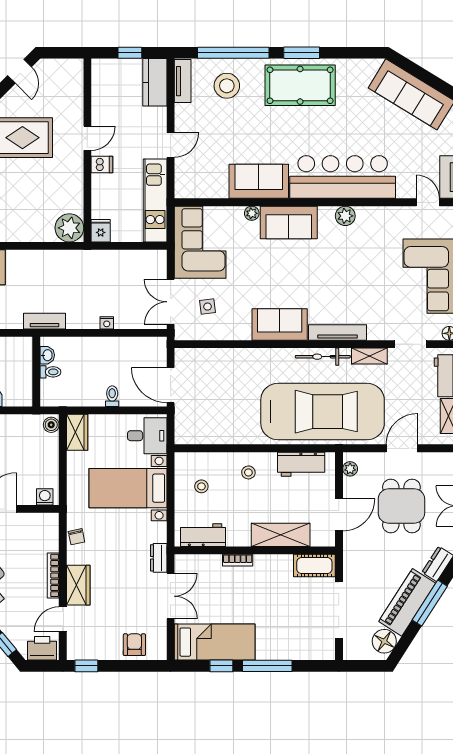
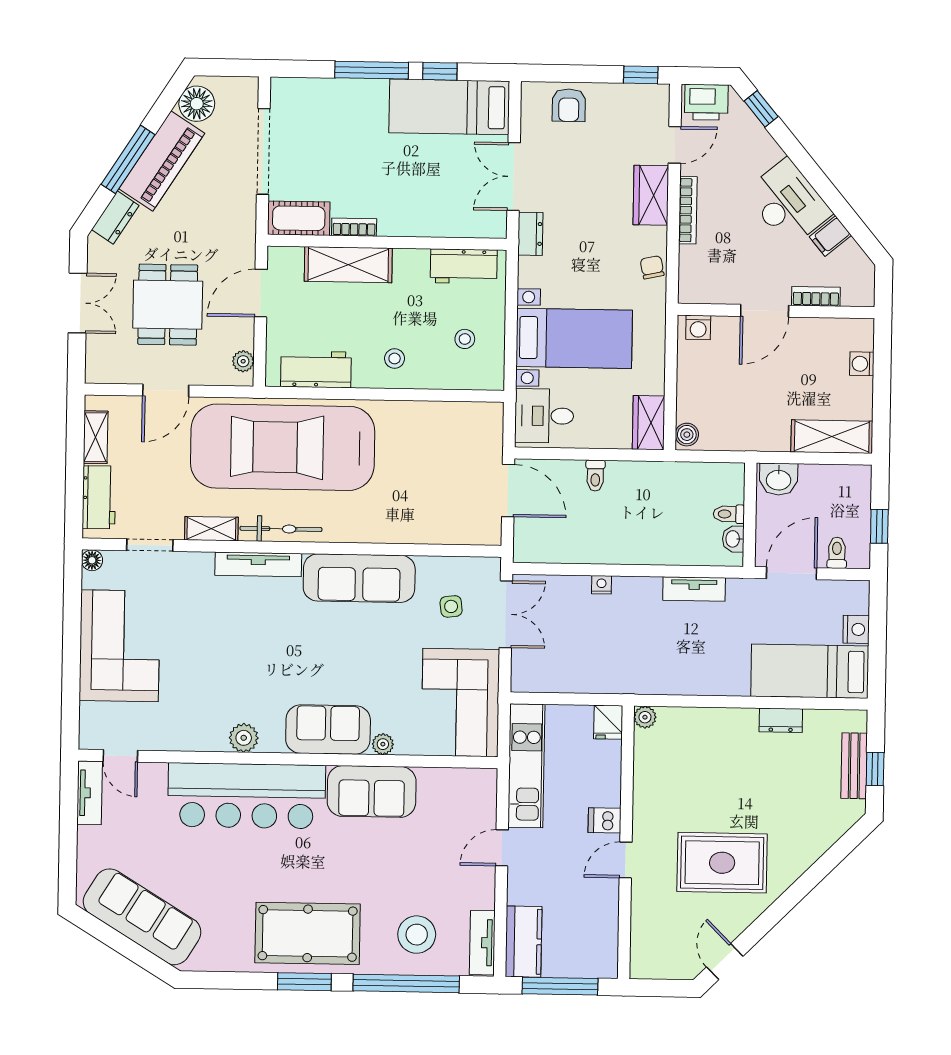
window: (130, 53) -> (560, 986), width x2.17
plant: (69, 228) -> (645, 717), width x0.53, depth x0.53
sofa: (280, 325) -> (359, 578), width x1.36
washbasin: (47, 355) -> (733, 539), moved
wall: (36, 372) -> (750, 515), moved
toilet: (50, 372) -> (729, 514), moved
bookcase: (238, 560) -> (354, 227), moved

